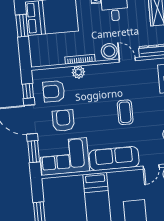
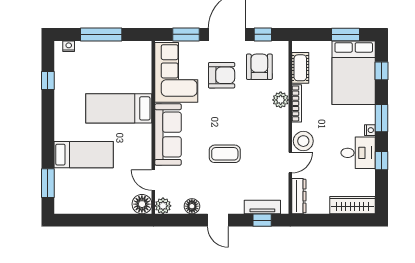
cot: (52, 59) -> (300, 68), added

